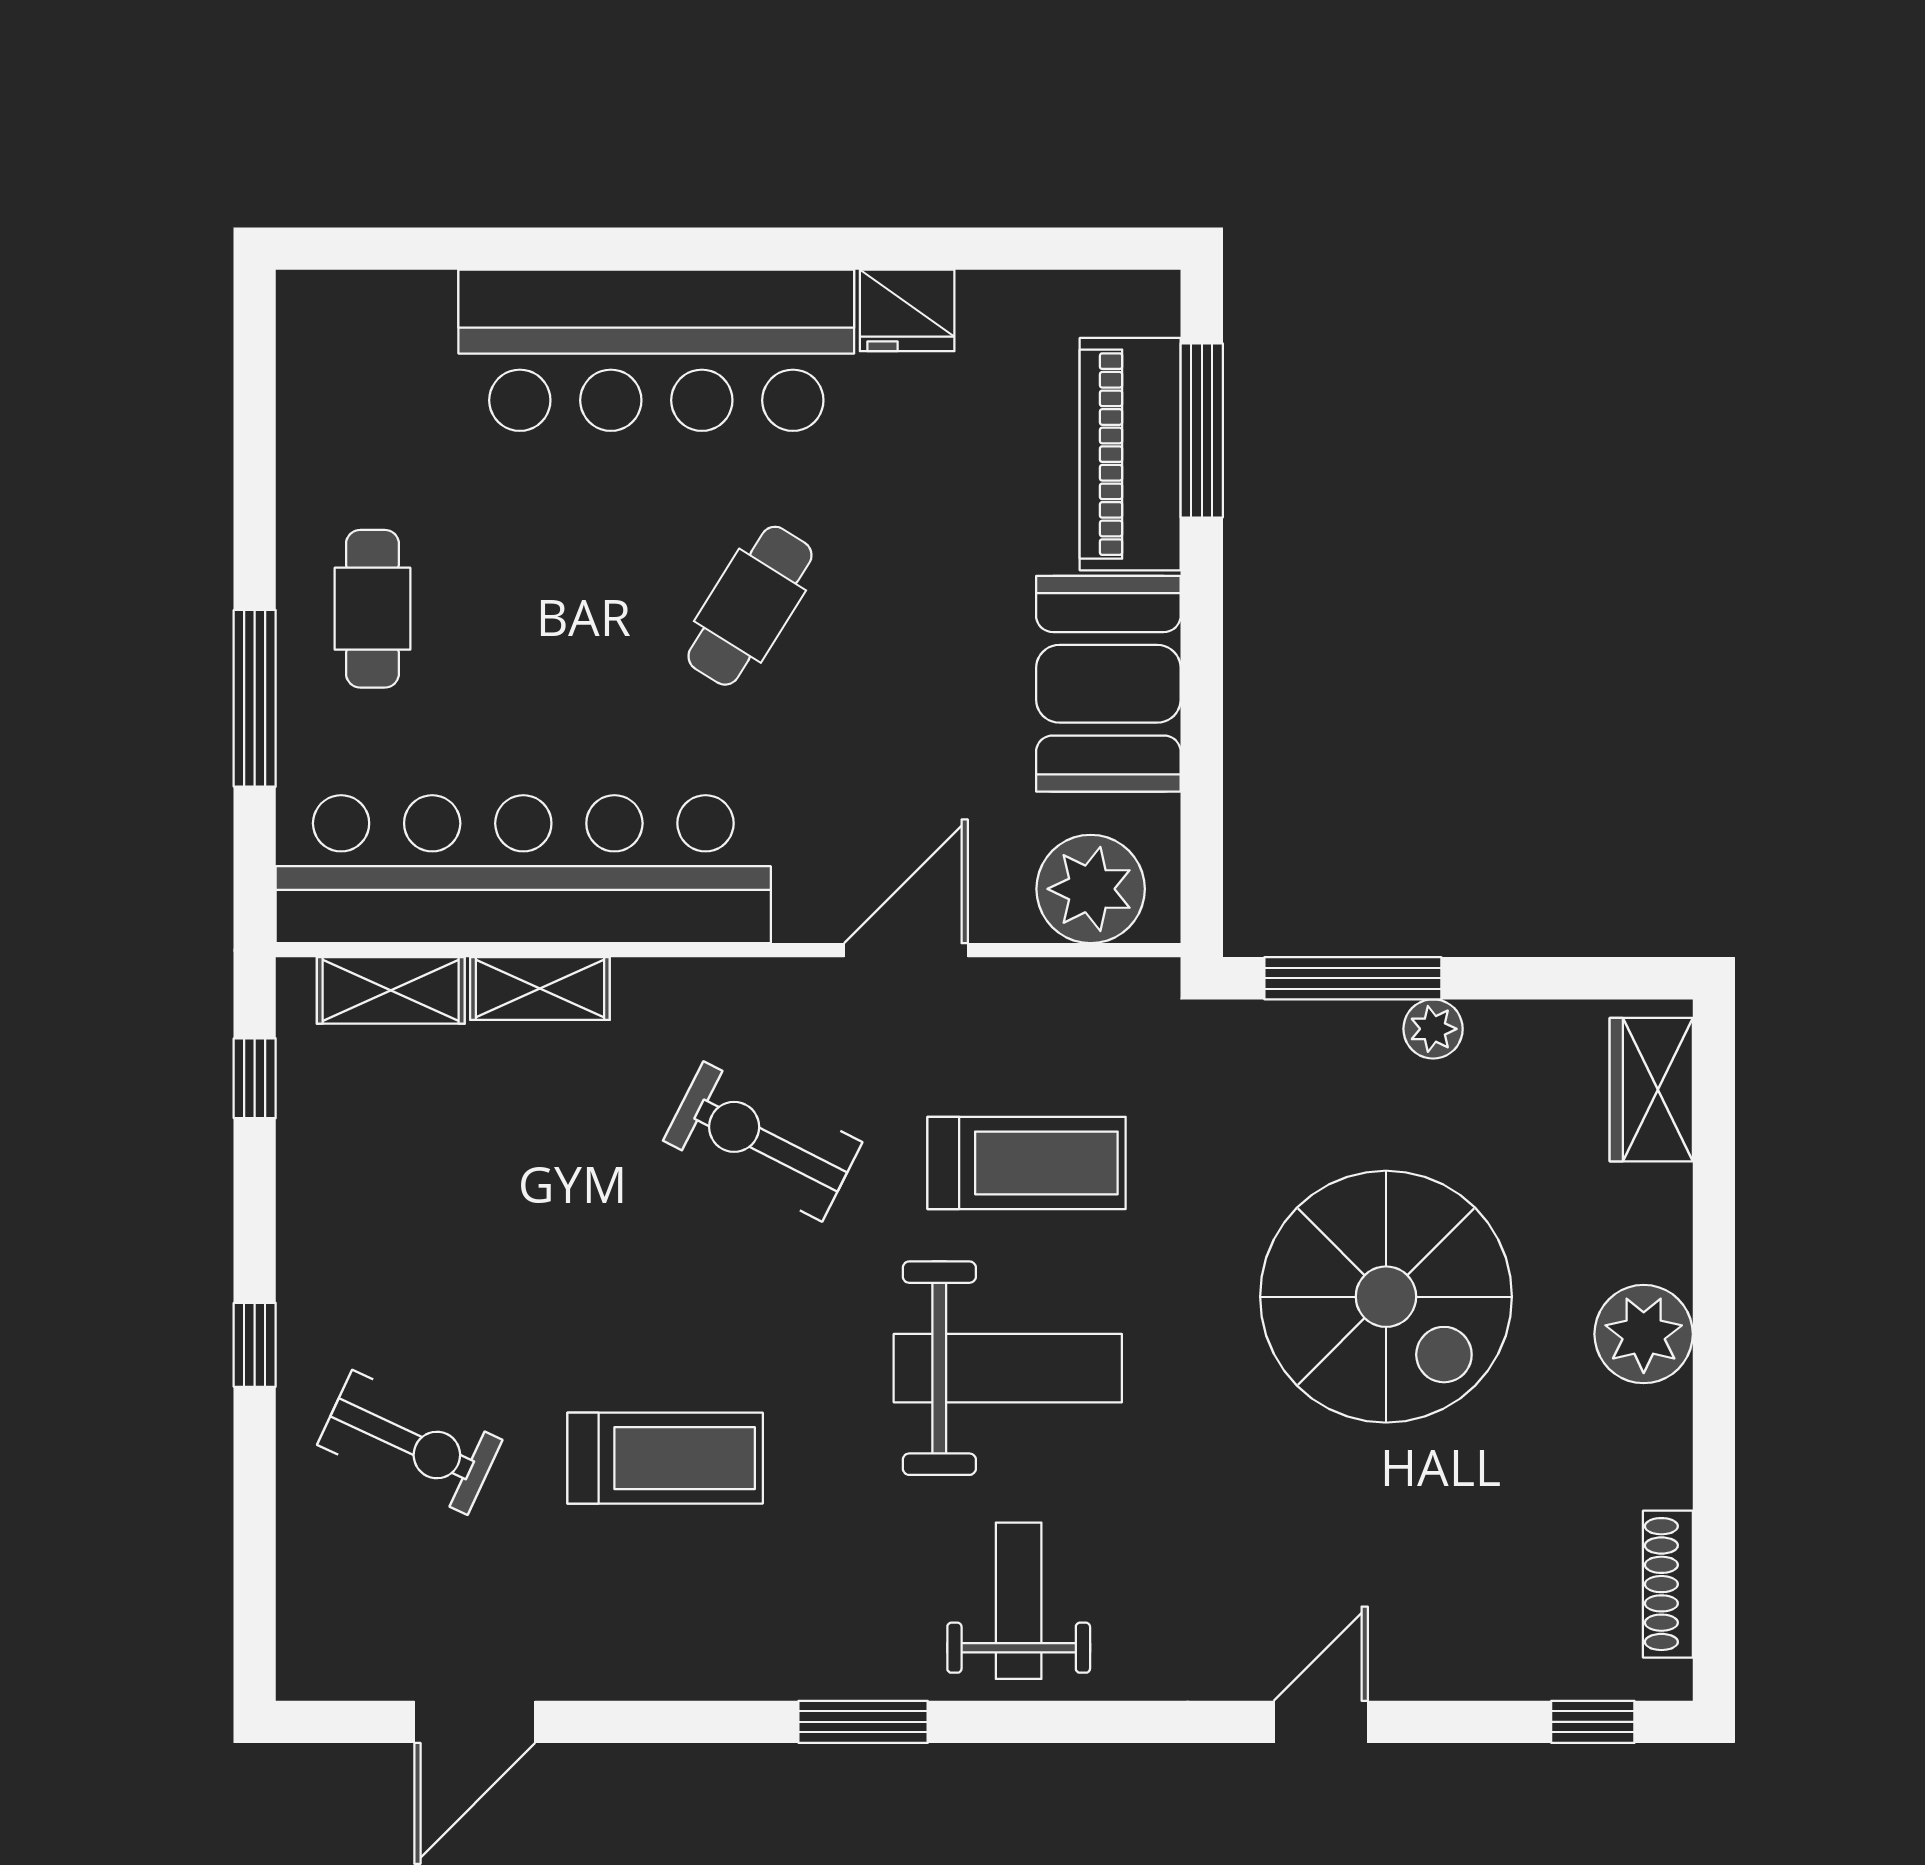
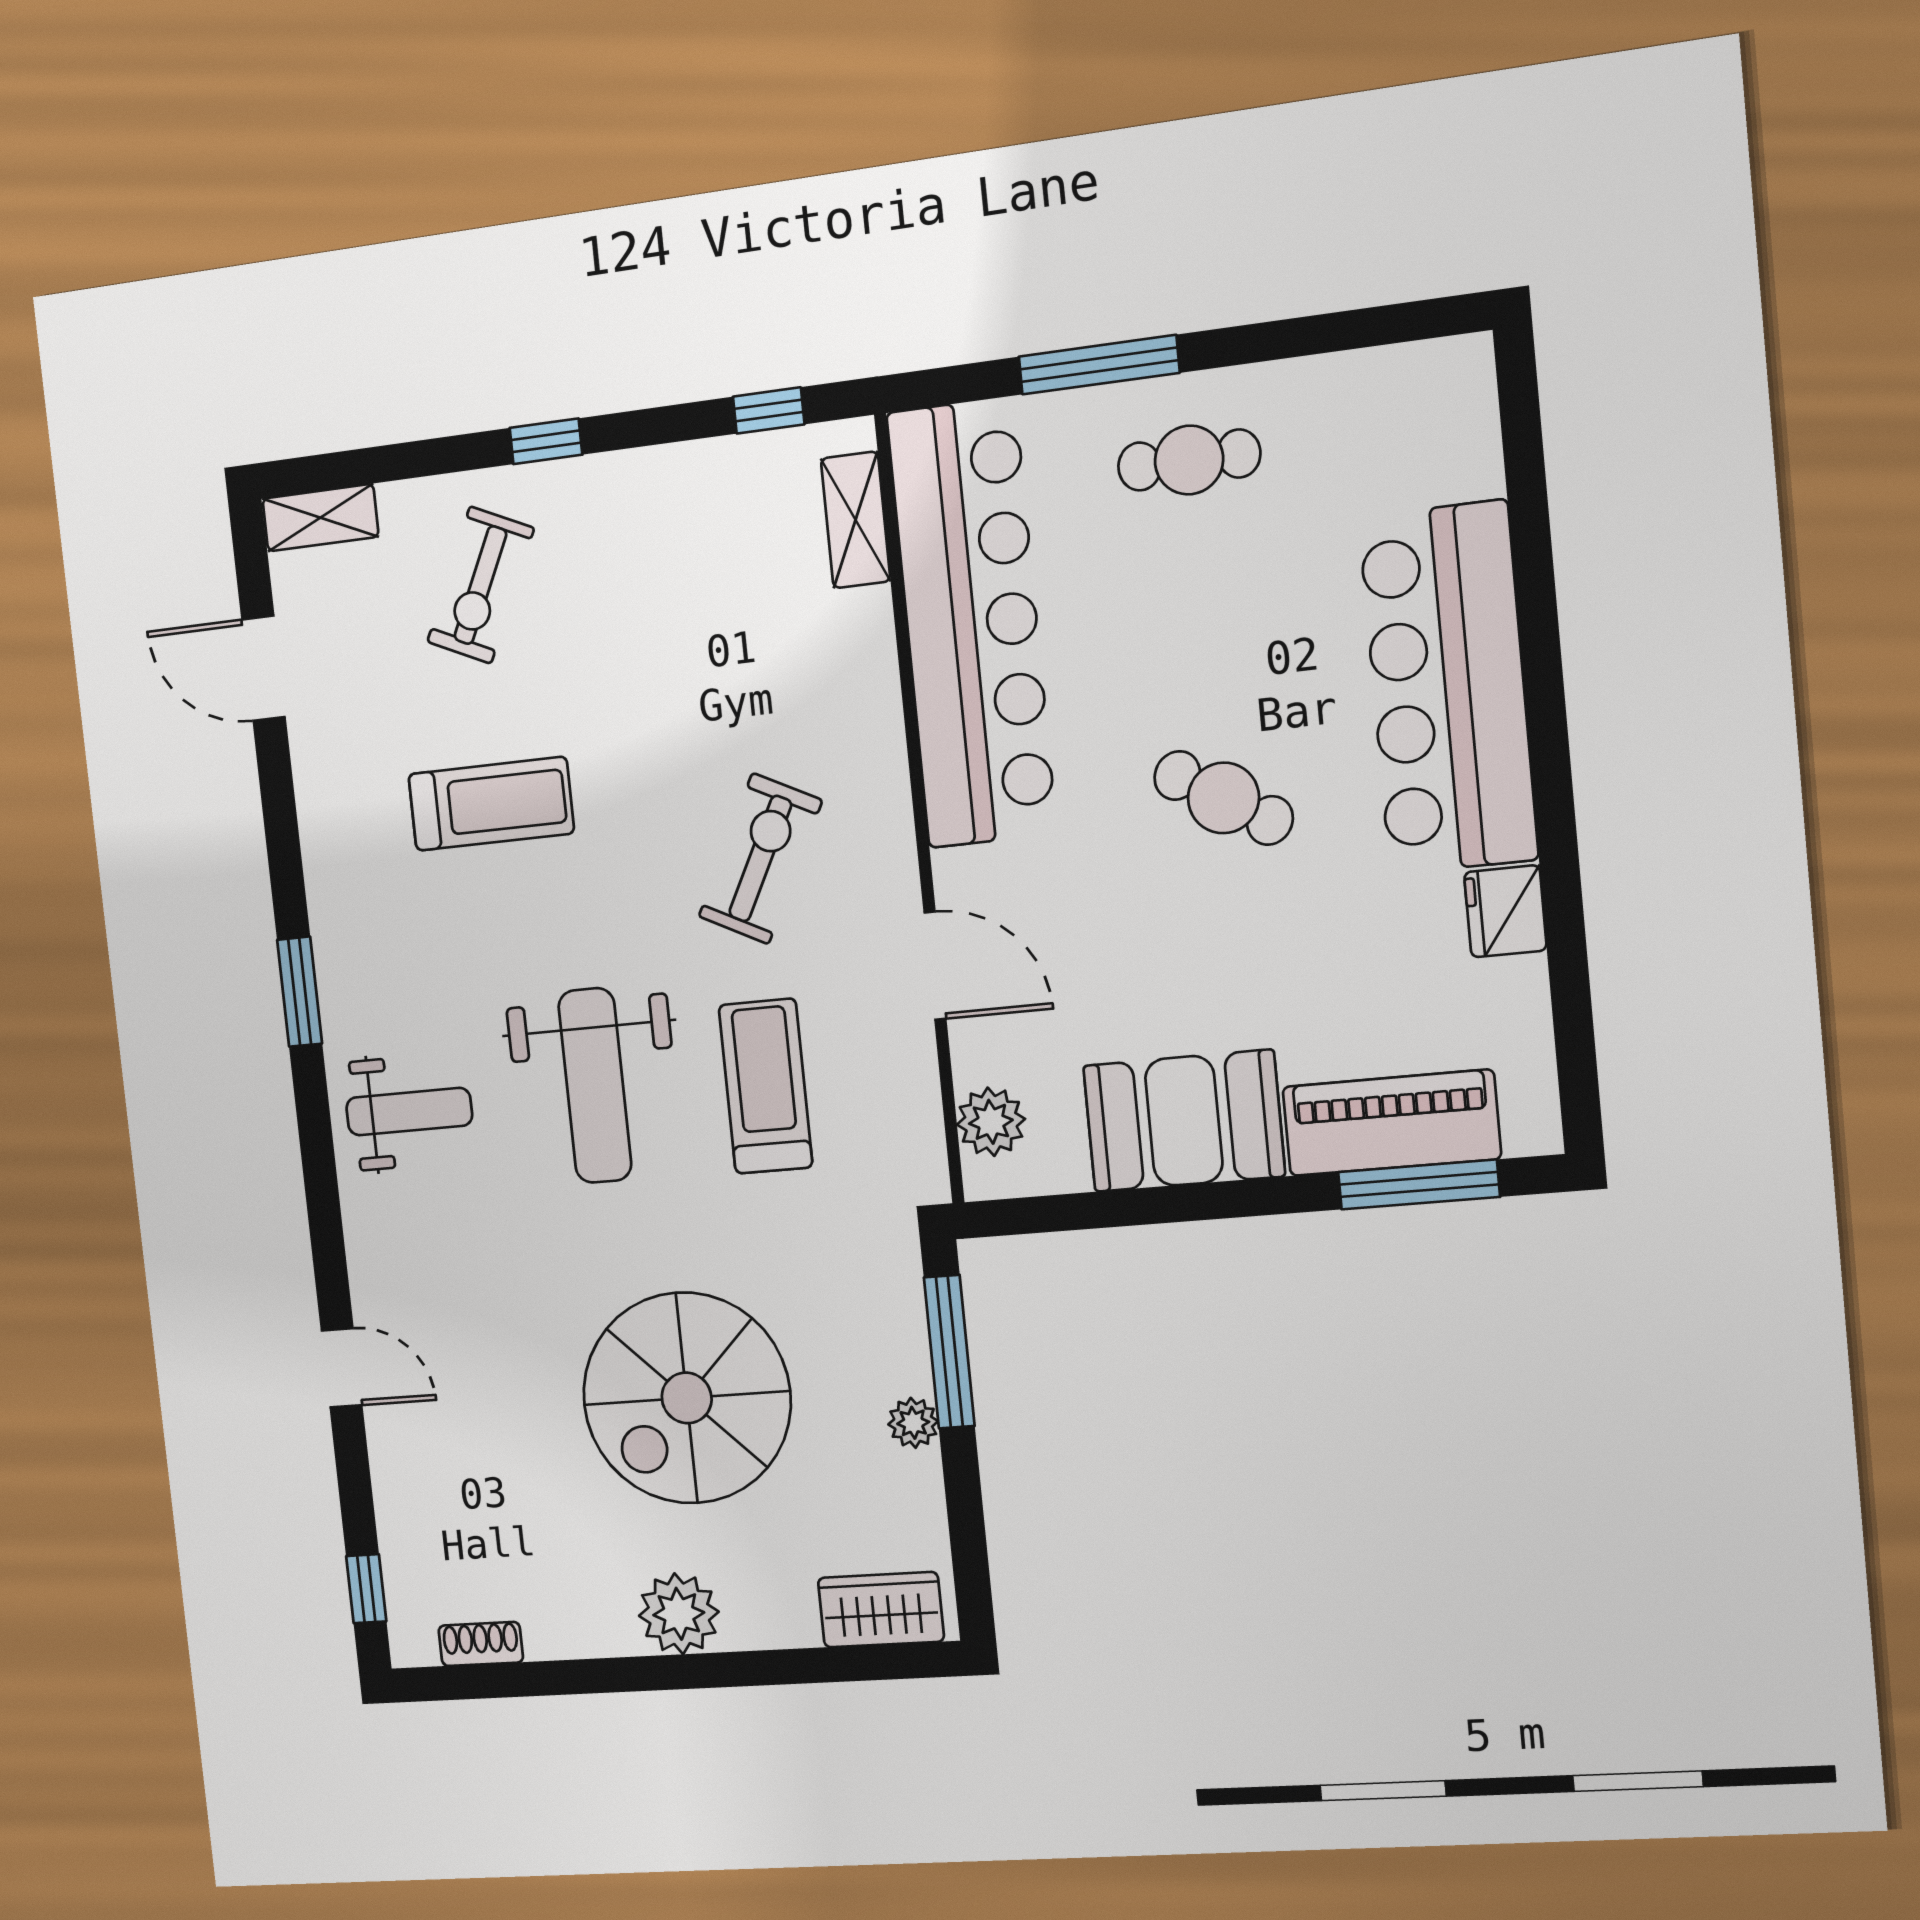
plant: (1091, 889) -> (991, 1122), width x0.73, depth x0.73
shelving: (540, 989) -> (320, 518), moved, turned 90
treadmill: (1027, 1163) -> (766, 1086), turned 180
treadmill: (665, 1458) -> (491, 804), turned -90
shoe rack: (1668, 1584) -> (481, 1644), width x0.70

